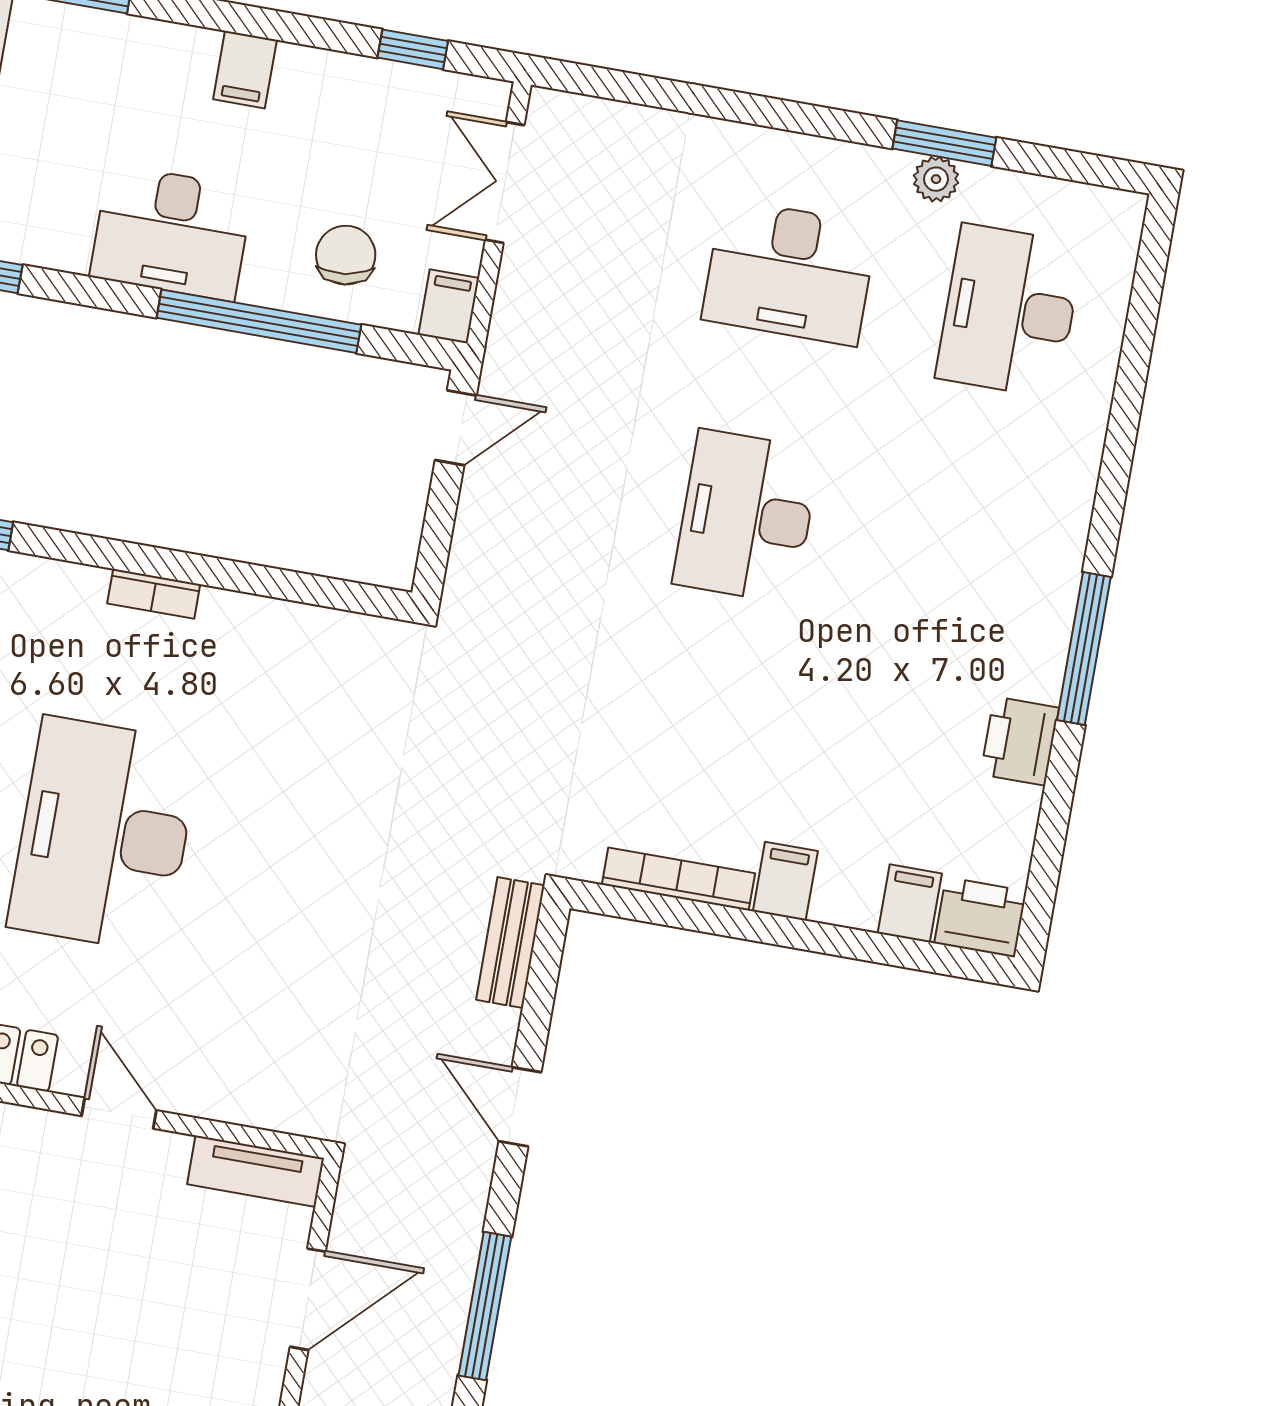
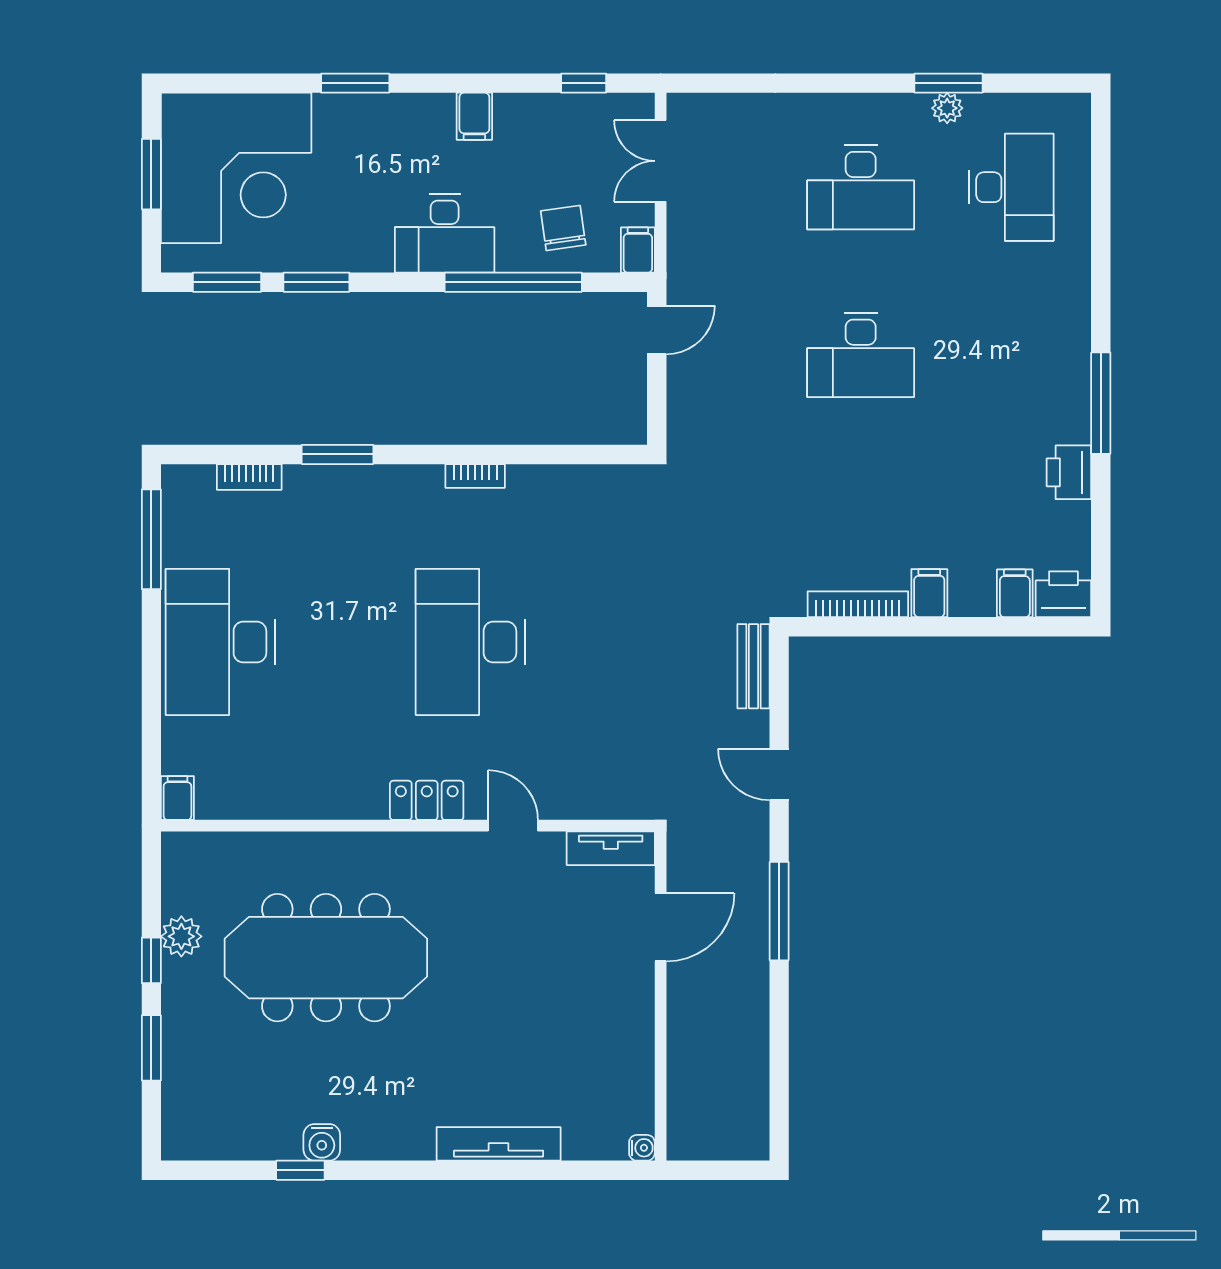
desk: (1009, 311) -> (1012, 187), turned 180
desk: (746, 517) -> (861, 355), turned -90

